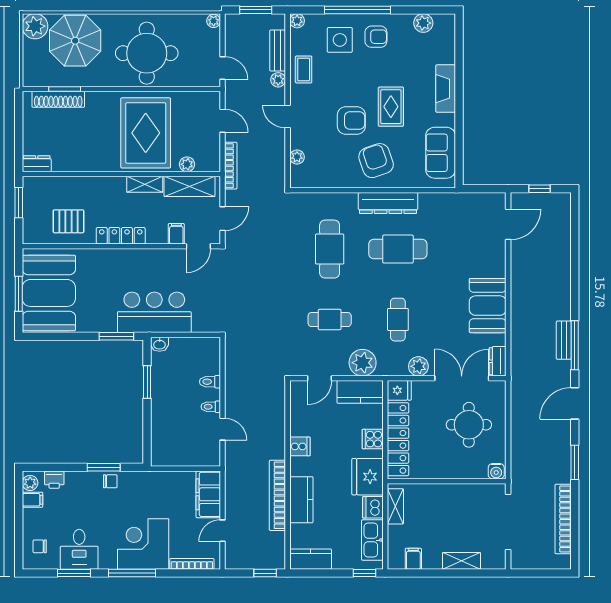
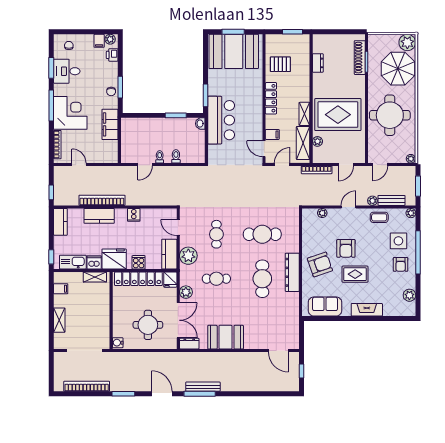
dresser: (37, 164) -> (318, 63), moved
door: (223, 219) -> (282, 165), swing flipped
pallet: (68, 221) -> (280, 64), turned 90
bench: (564, 340) -> (203, 387), width x1.36
filing cabinet: (208, 494) -> (110, 124), moved, turned -90

